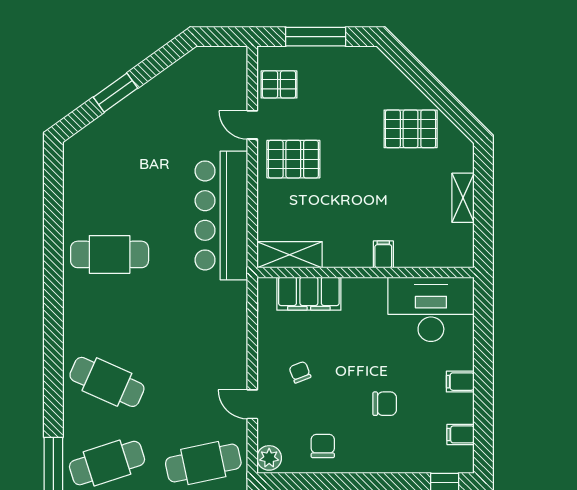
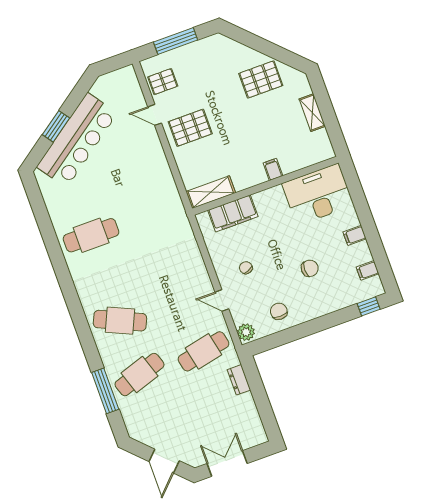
bar counter: (221, 215) -> (77, 140), moved, turned -126

